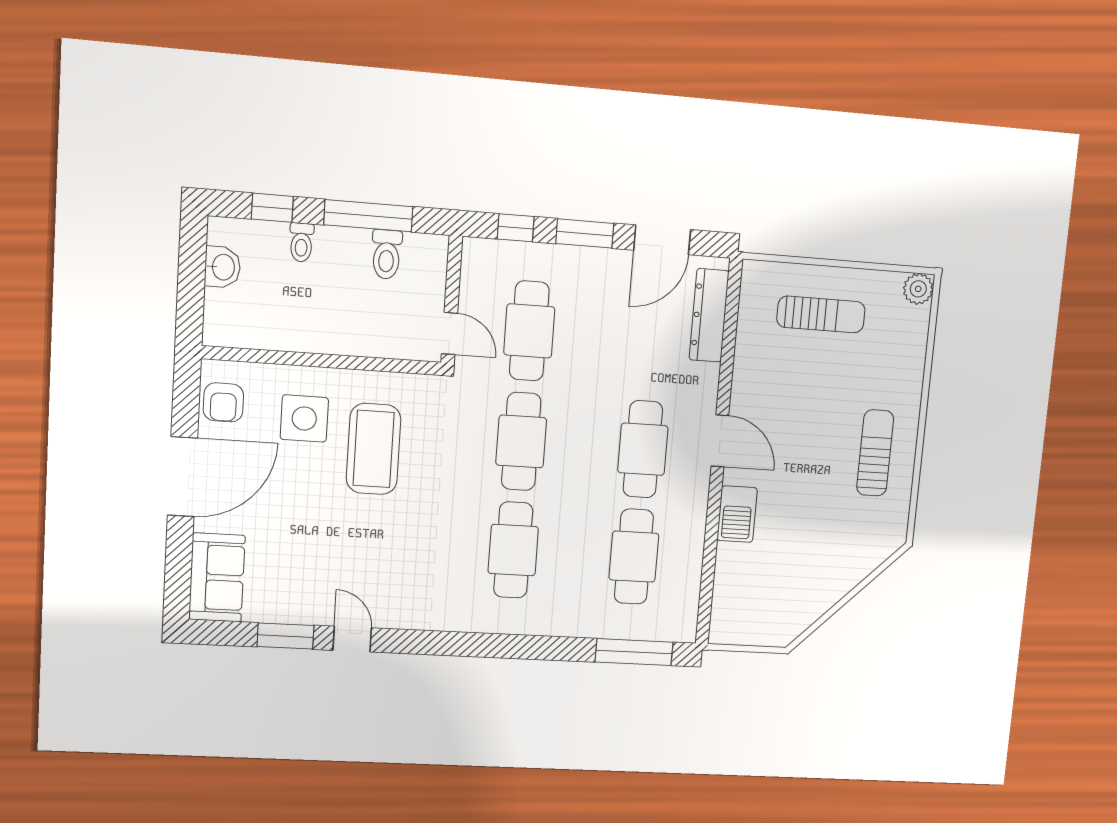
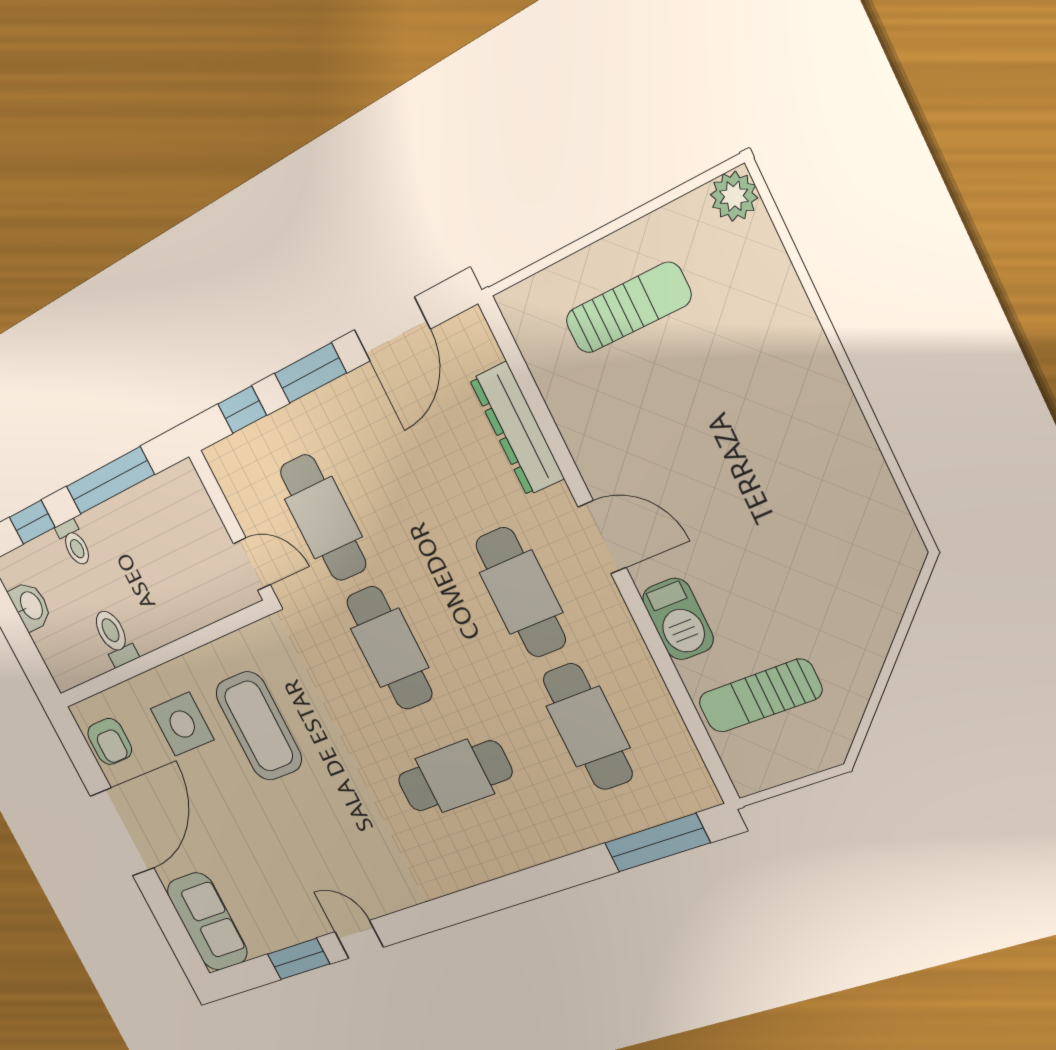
toilet: (386, 254) -> (114, 637), moved, turned 180
dresser: (709, 315) -> (517, 429), moved
sun lounger: (875, 453) -> (760, 696), moved, turned -90
cafe table: (513, 550) -> (455, 776), turned 90

